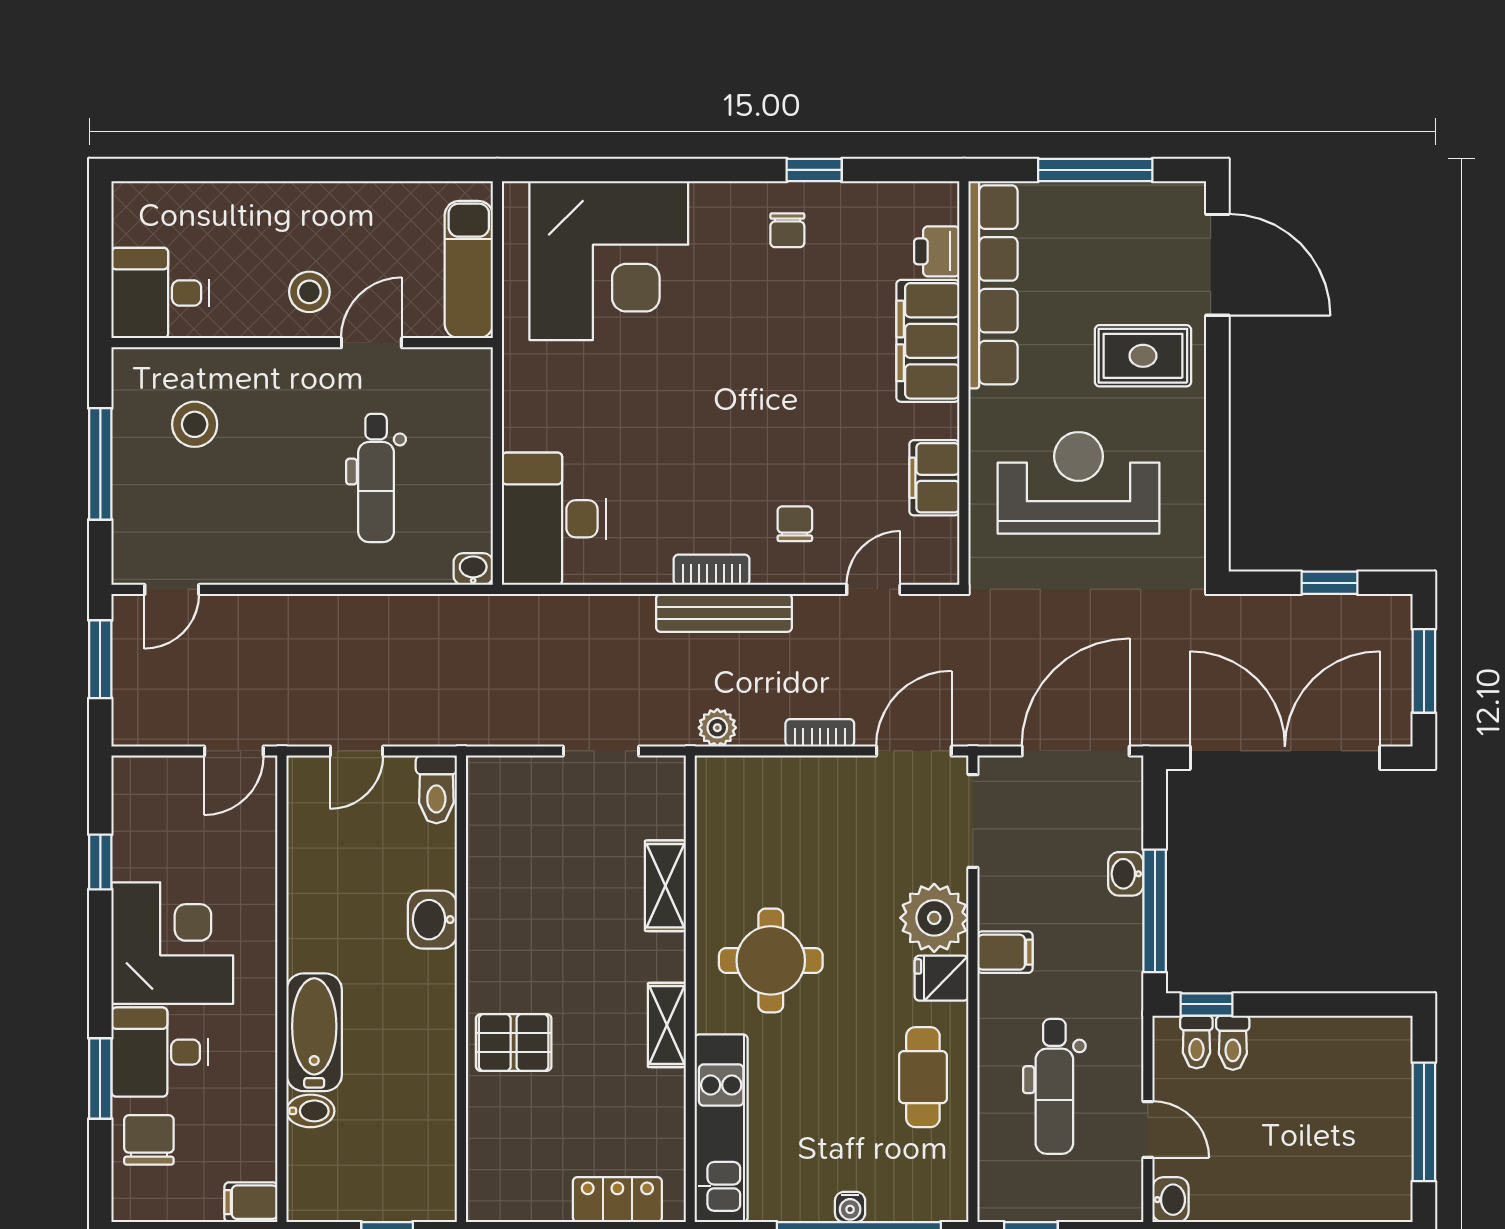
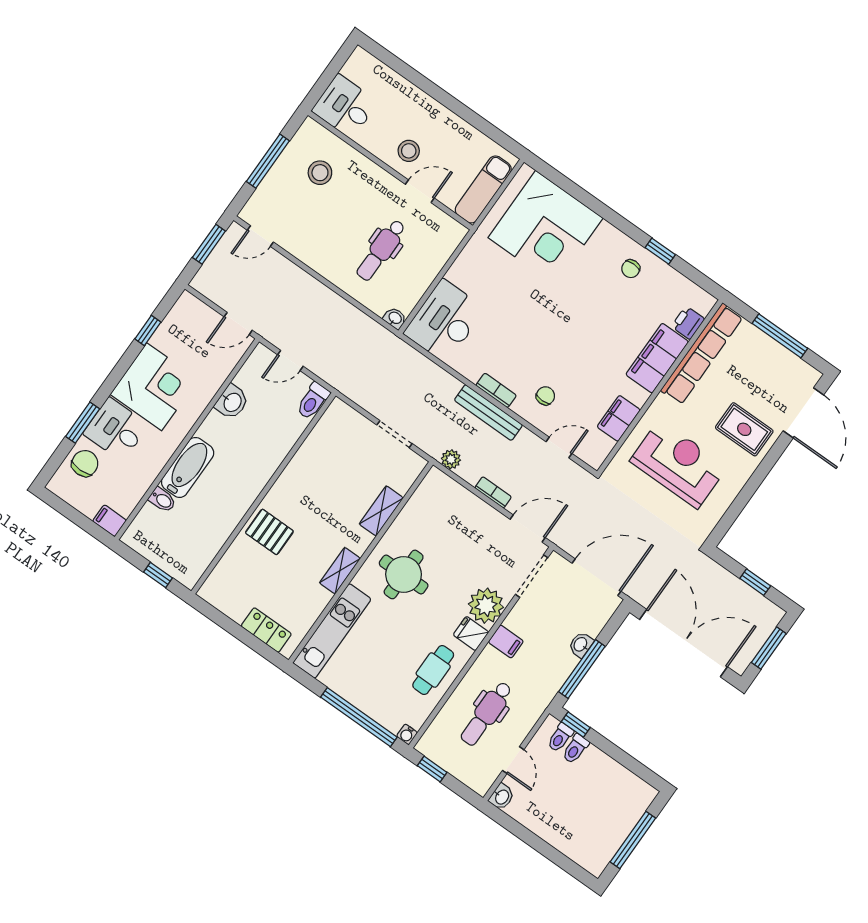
washbasin: (432, 920) -> (232, 402), moved, turned 180
water cooler: (850, 1207) -> (407, 734), moved

